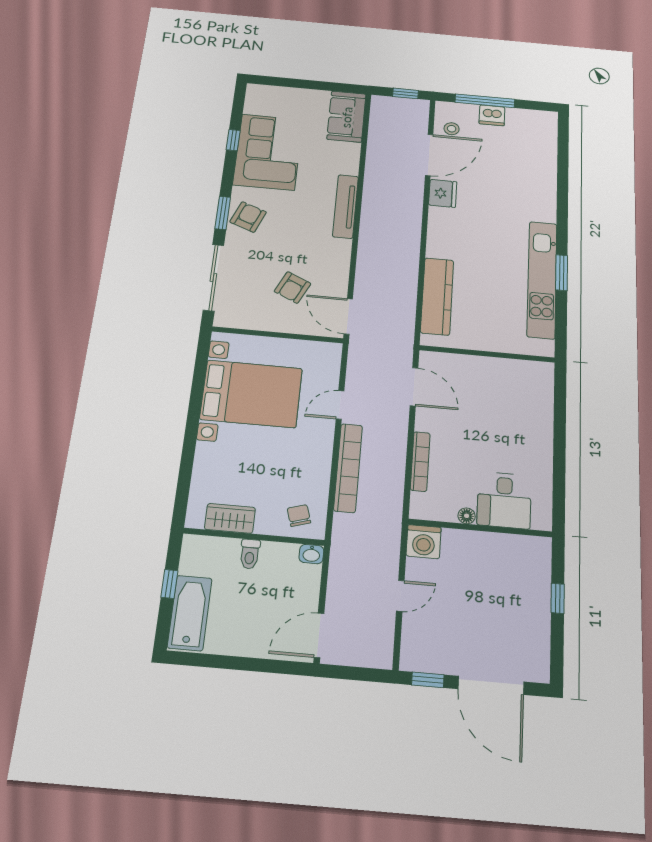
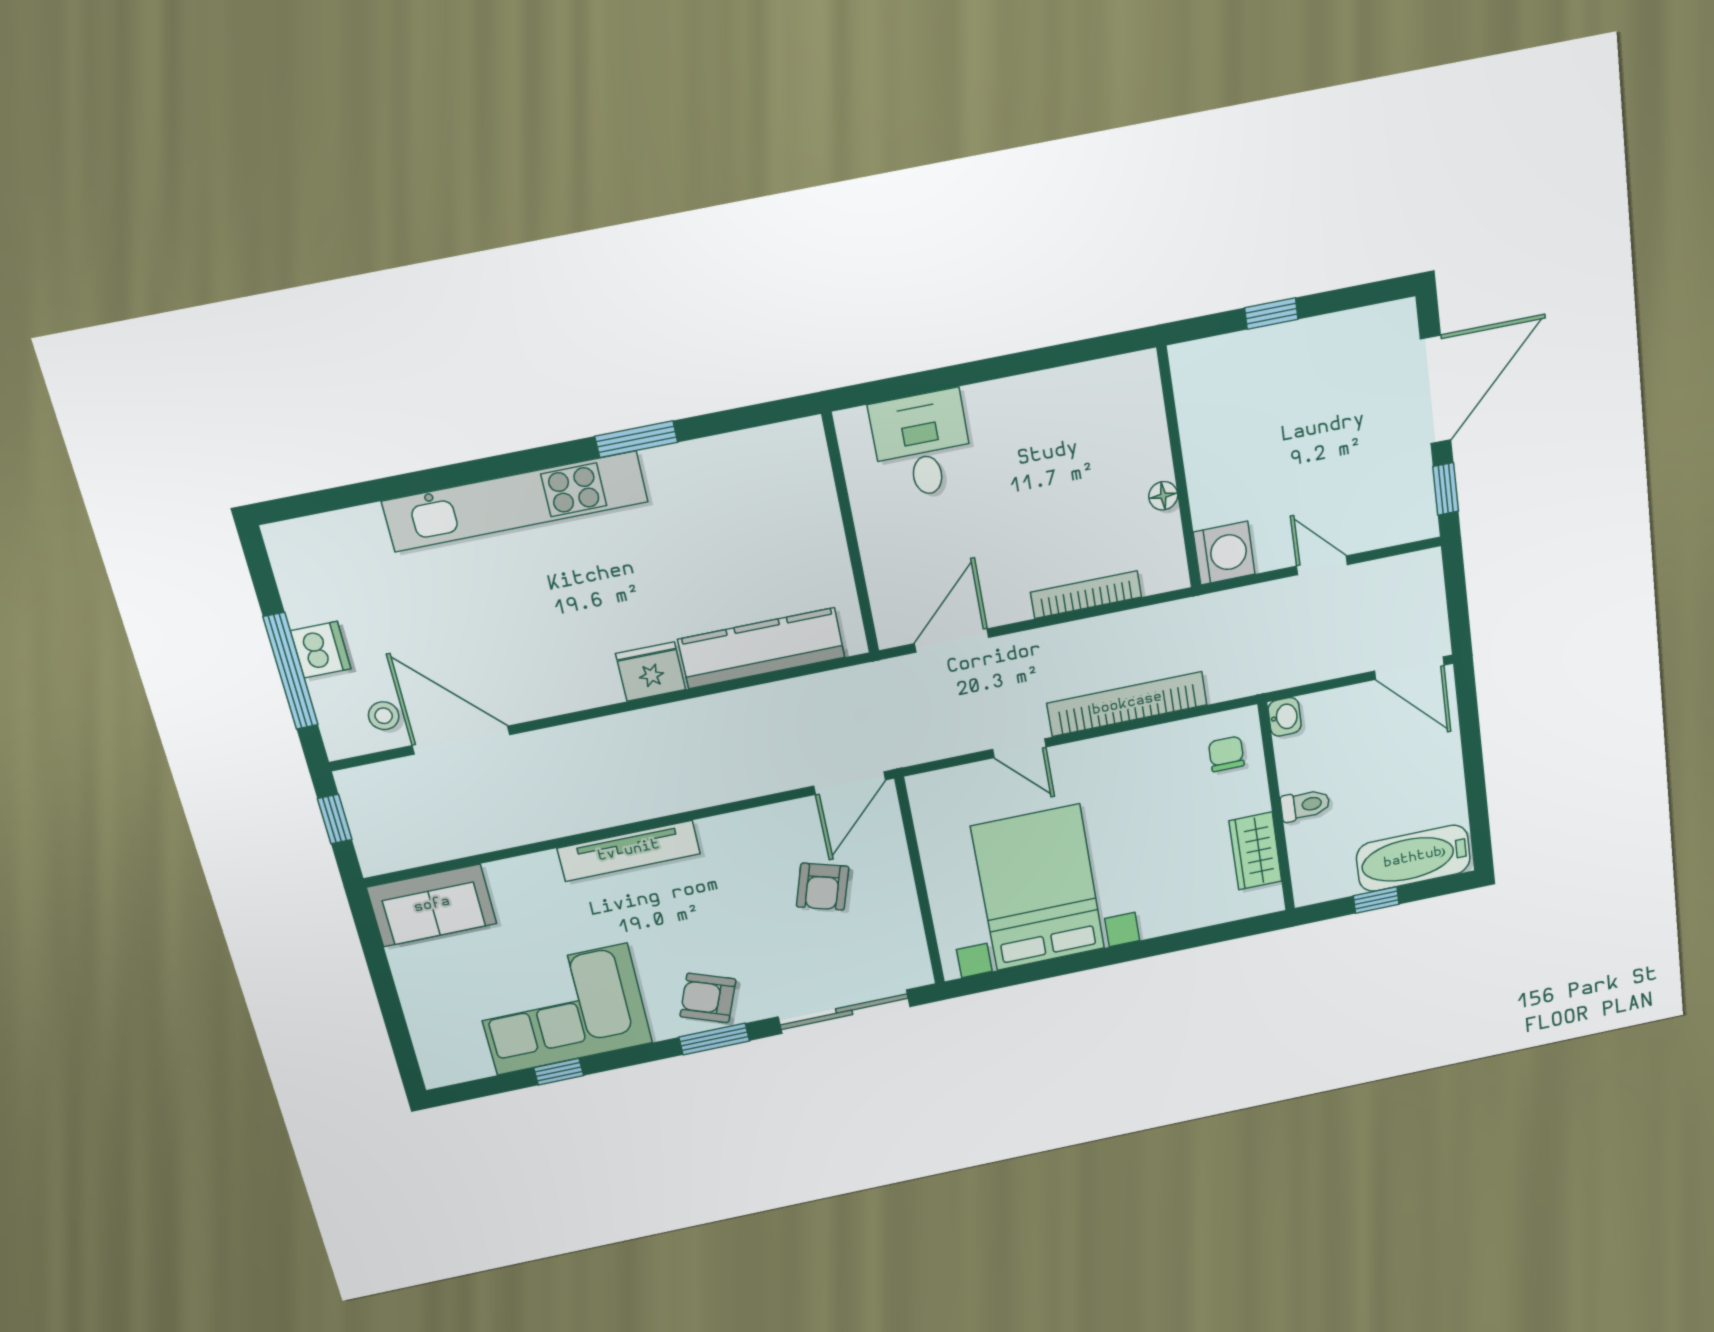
fridge: (443, 193) -> (651, 672), moved
kitchen unit: (542, 279) -> (515, 501), moved
armchair: (292, 287) -> (823, 887), turned 82
desk: (504, 500) -> (922, 445), moved, turned -90
chair: (299, 515) -> (1226, 754), turned 107

